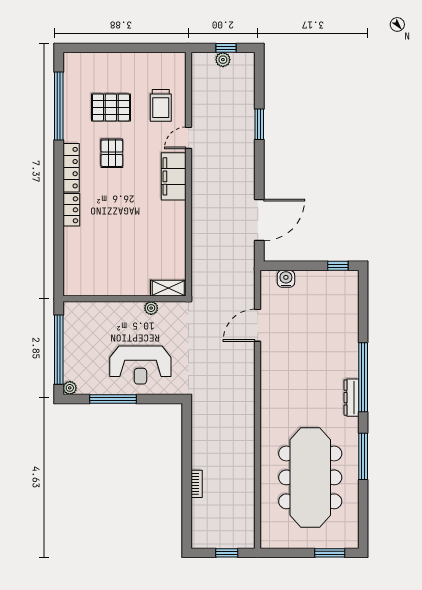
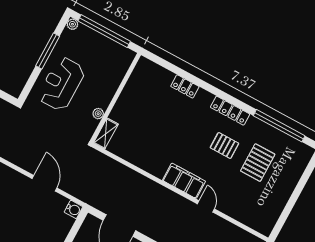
trolley: (161, 105) -> (240, 199), removed
locker: (71, 210) -> (185, 86), moved
water cooler: (286, 279) -> (74, 209), moved

